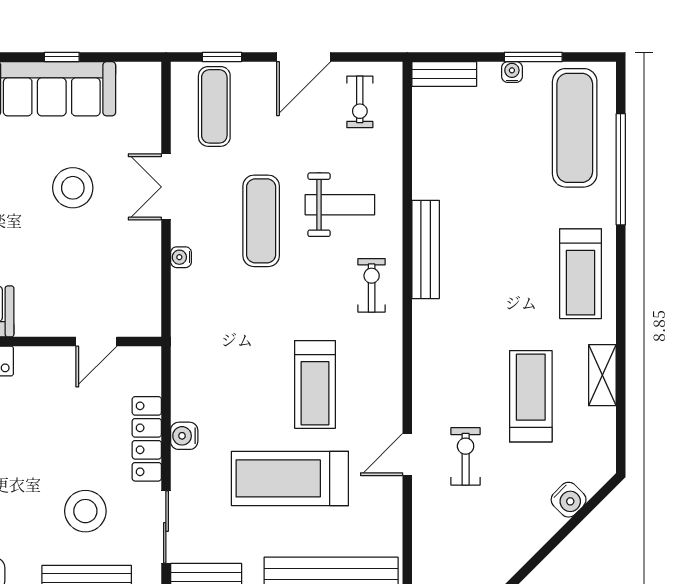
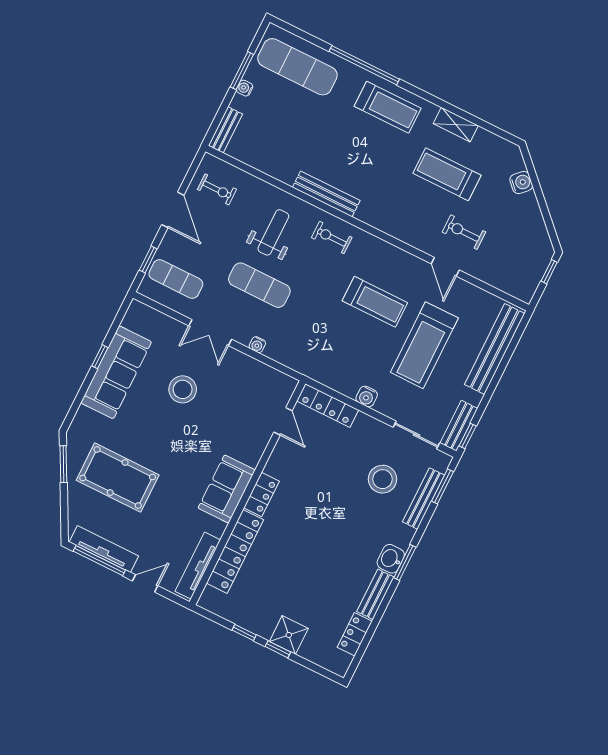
window: (621, 169) -> (364, 65), moved
locker: (147, 439) -> (328, 405), moved

